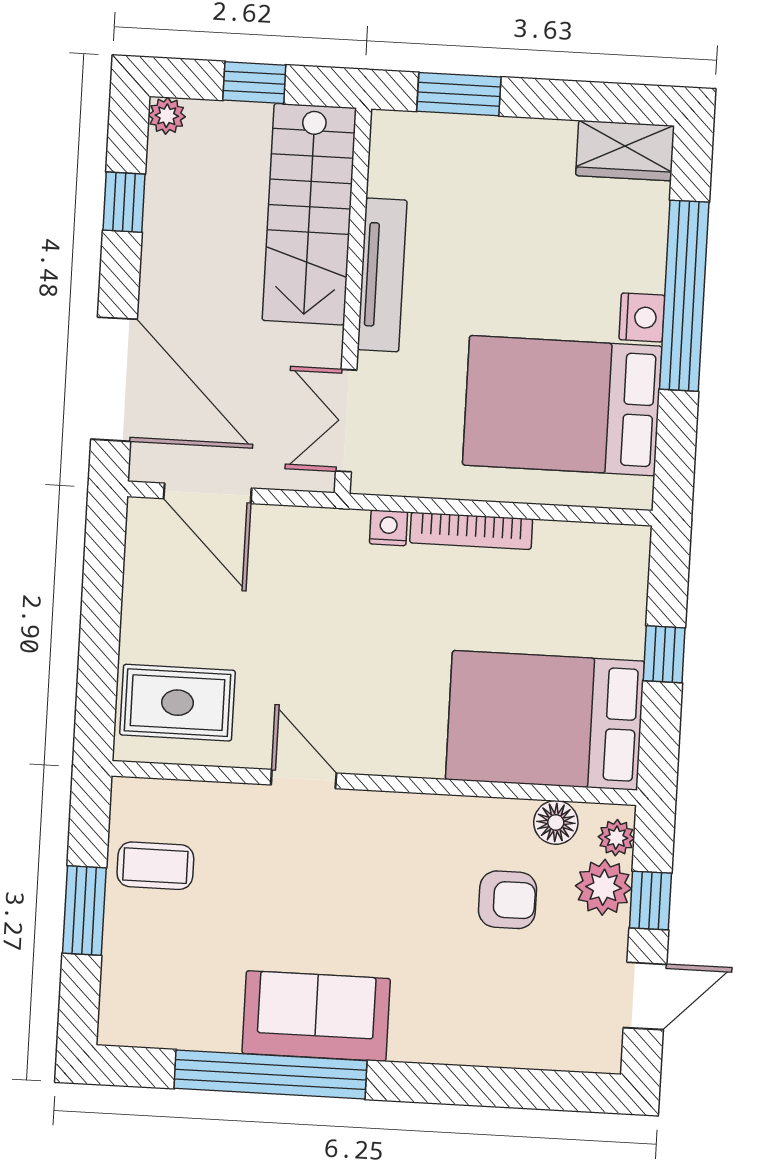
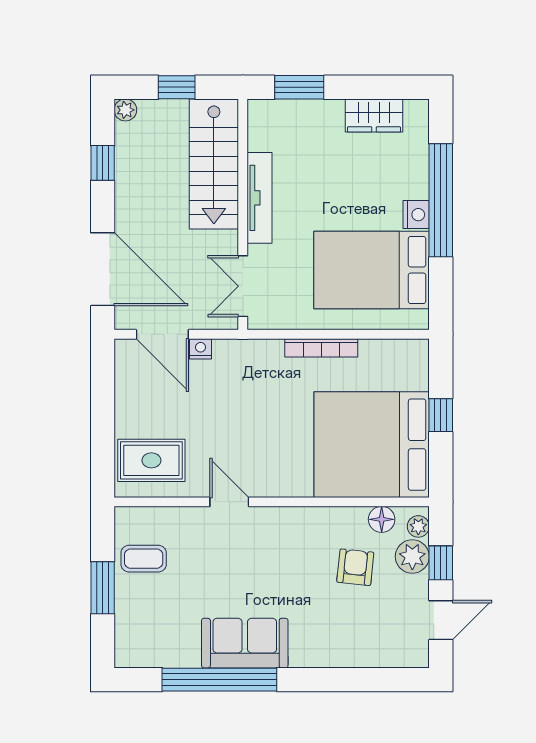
wardrobe: (625, 151) -> (374, 115), moved
nightstand: (389, 528) -> (201, 349), moved
bed: (545, 720) -> (372, 445), width x1.36
armchair: (508, 900) -> (355, 567), turned -84

